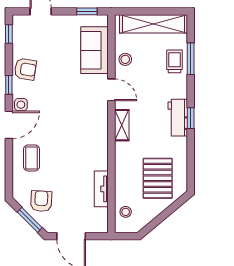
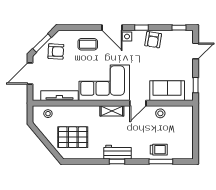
shelving: (153, 24) -> (186, 134), removed
corner sofa: (84, 136) -> (104, 83), added
tv unit: (101, 189) -> (59, 96), width x1.41

